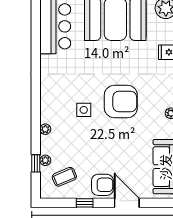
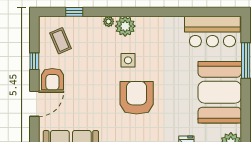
armchair: (121, 102) -> (137, 98), turned 180
plant: (45, 160) -> (125, 26), moved, width x1.87, depth x1.87

